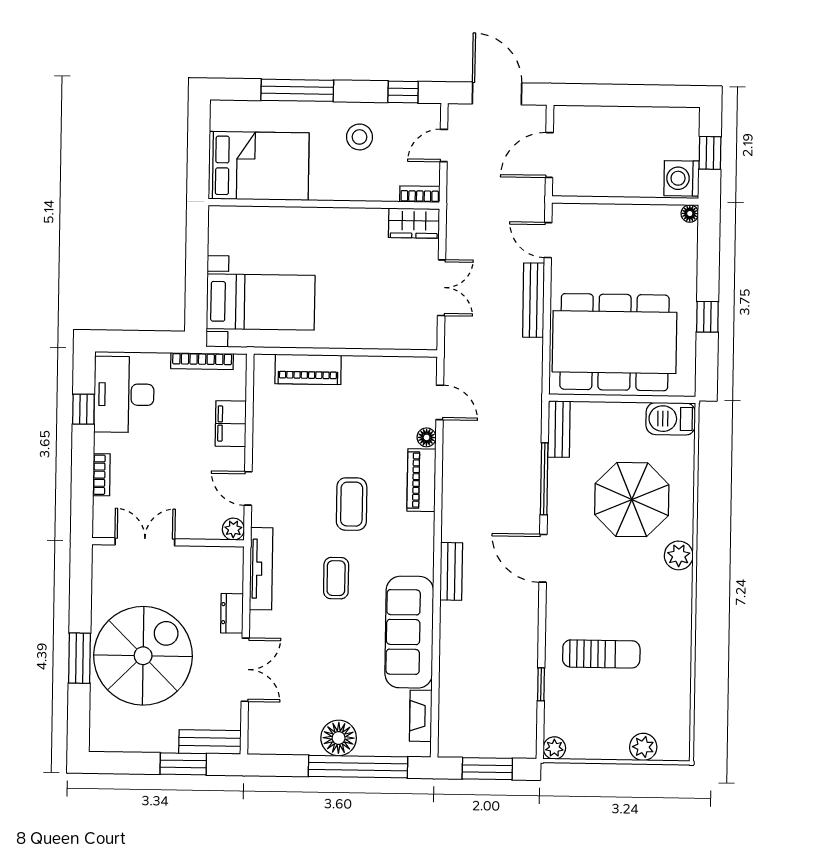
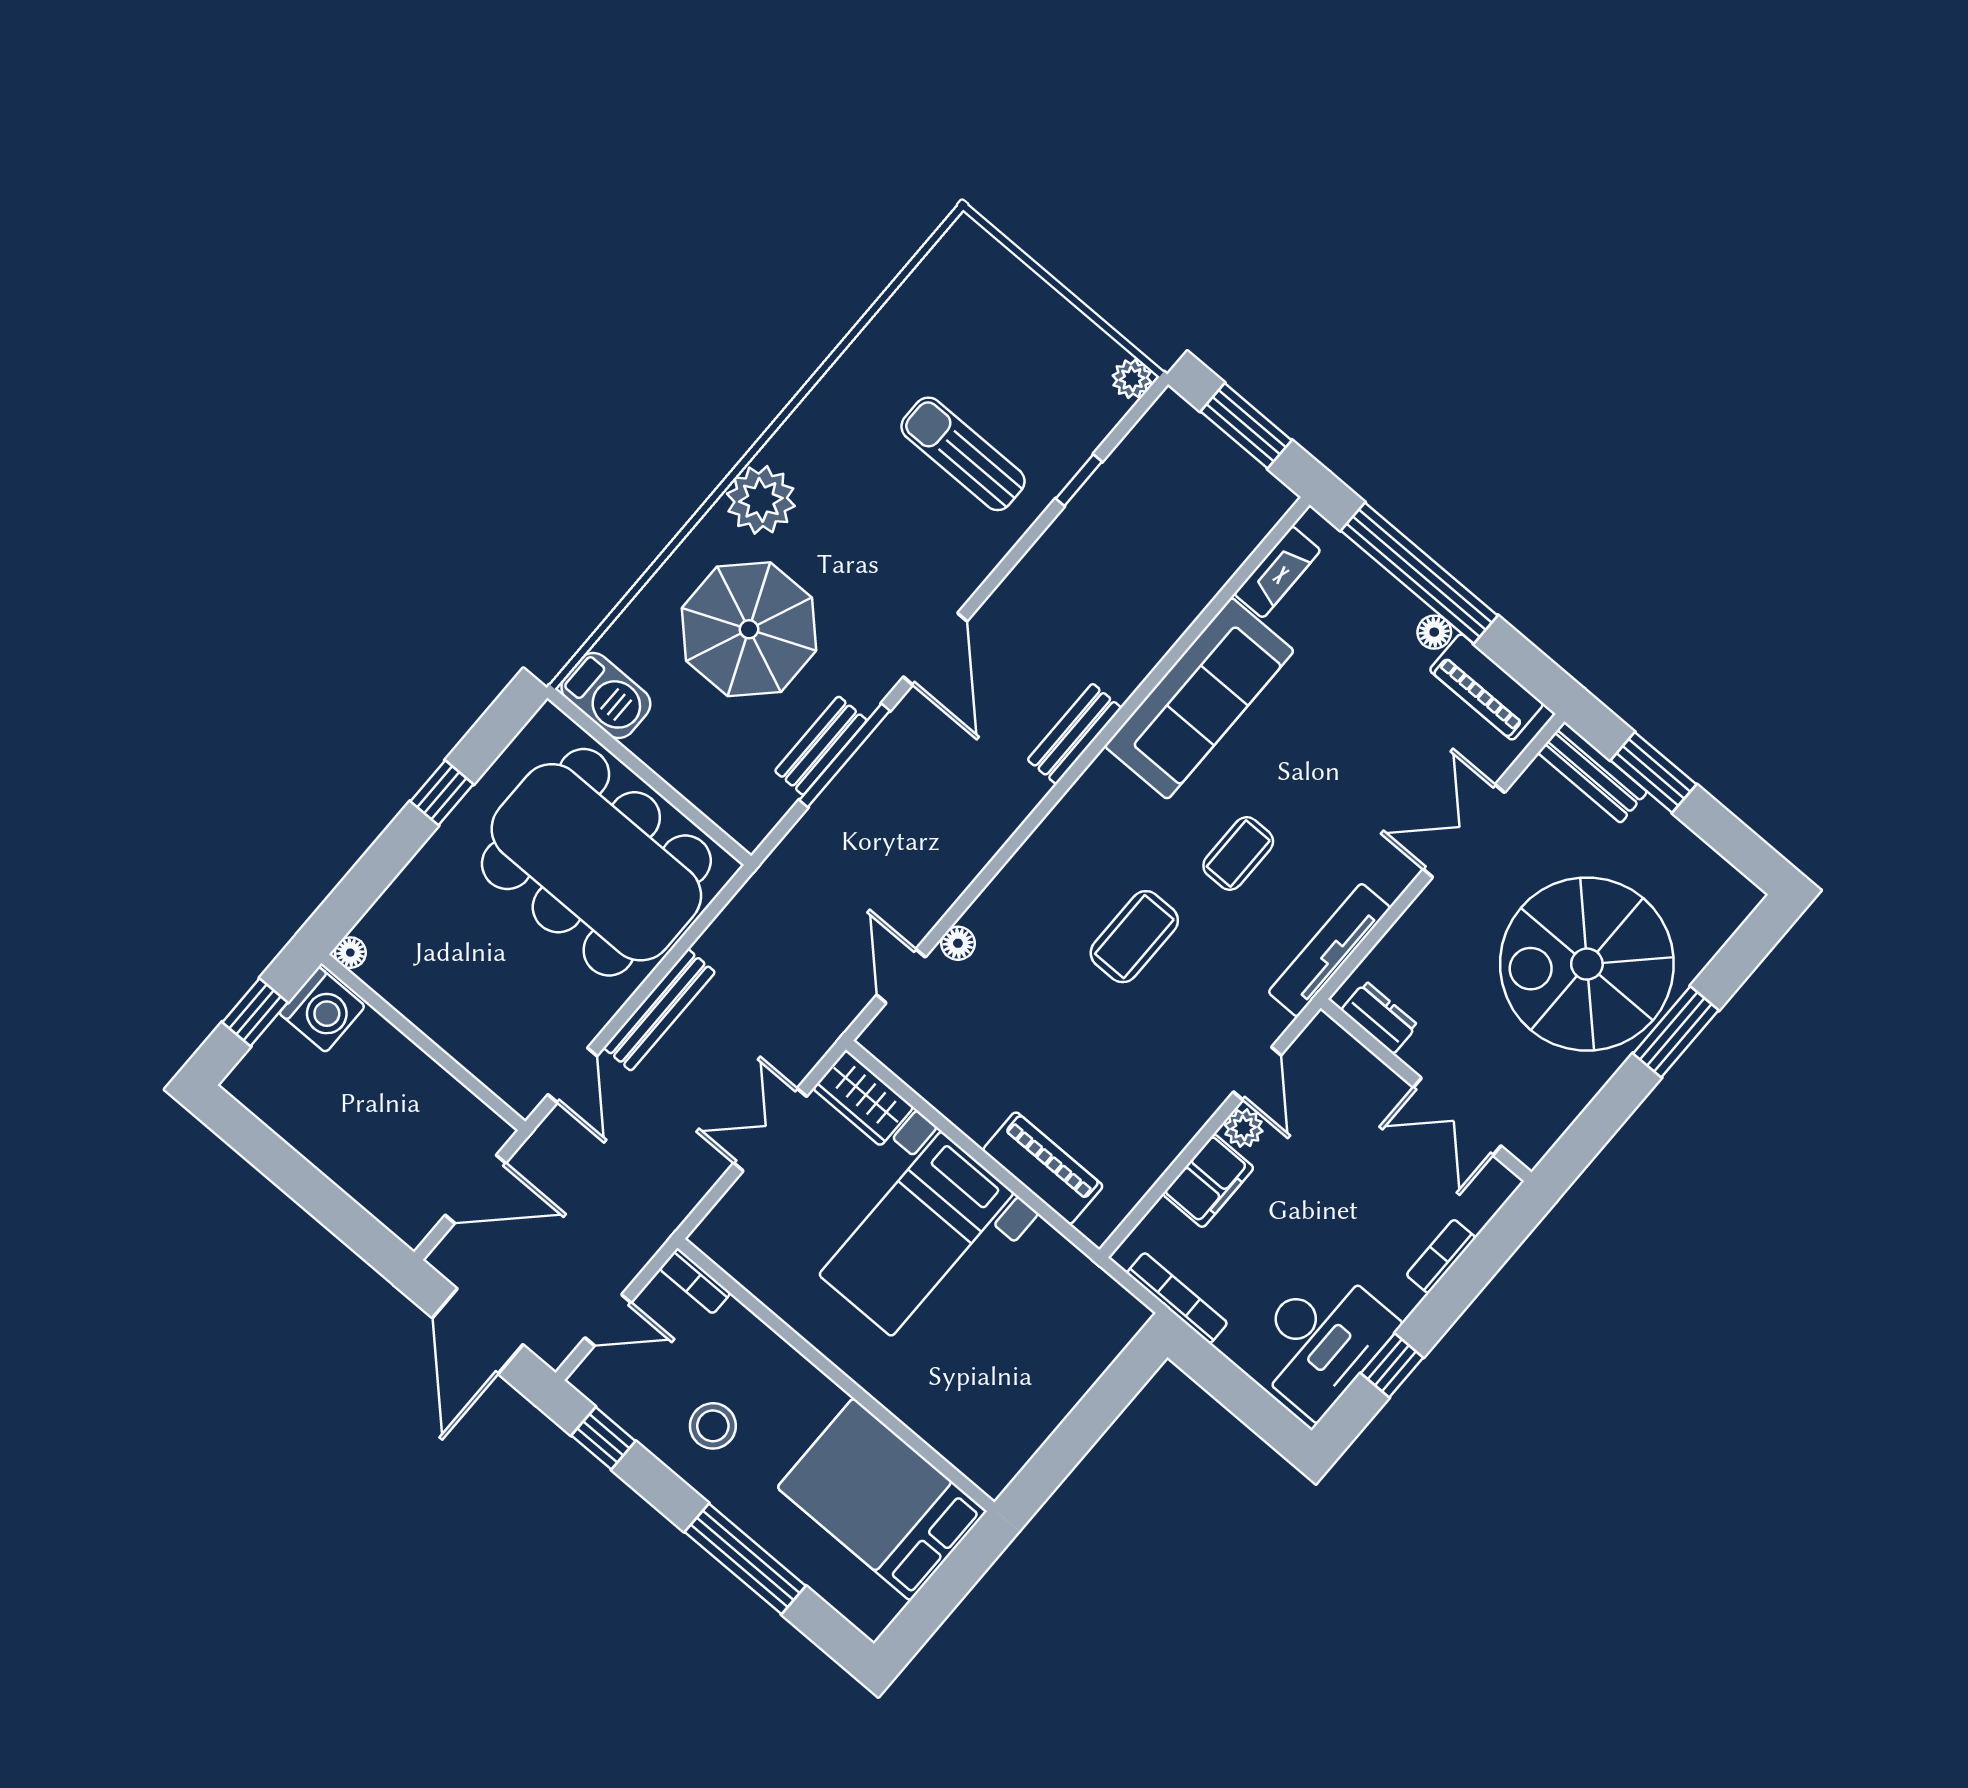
wardrobe: (414, 223) -> (863, 1098), moved, turned 180
bed with nightstands: (261, 302) -> (916, 1234), moved, turned -90
bench: (559, 429) -> (821, 746), moved
piano: (421, 480) -> (1486, 687), moved, turned 90
plant: (233, 529) -> (1244, 1128), moved
plant: (679, 555) -> (761, 500), width x1.36, depth x1.36
dresser: (232, 613) -> (1379, 1018), moved, turned -90
floor lamp: (339, 738) -> (1434, 632), width x0.53, depth x0.53
plant: (643, 747) -> (1010, 281), removed

